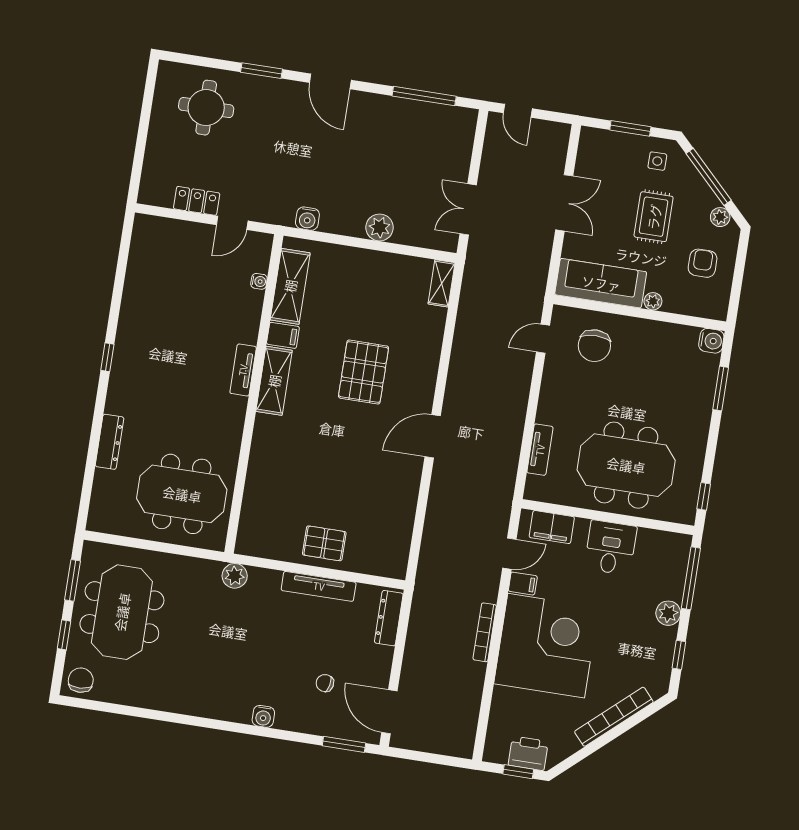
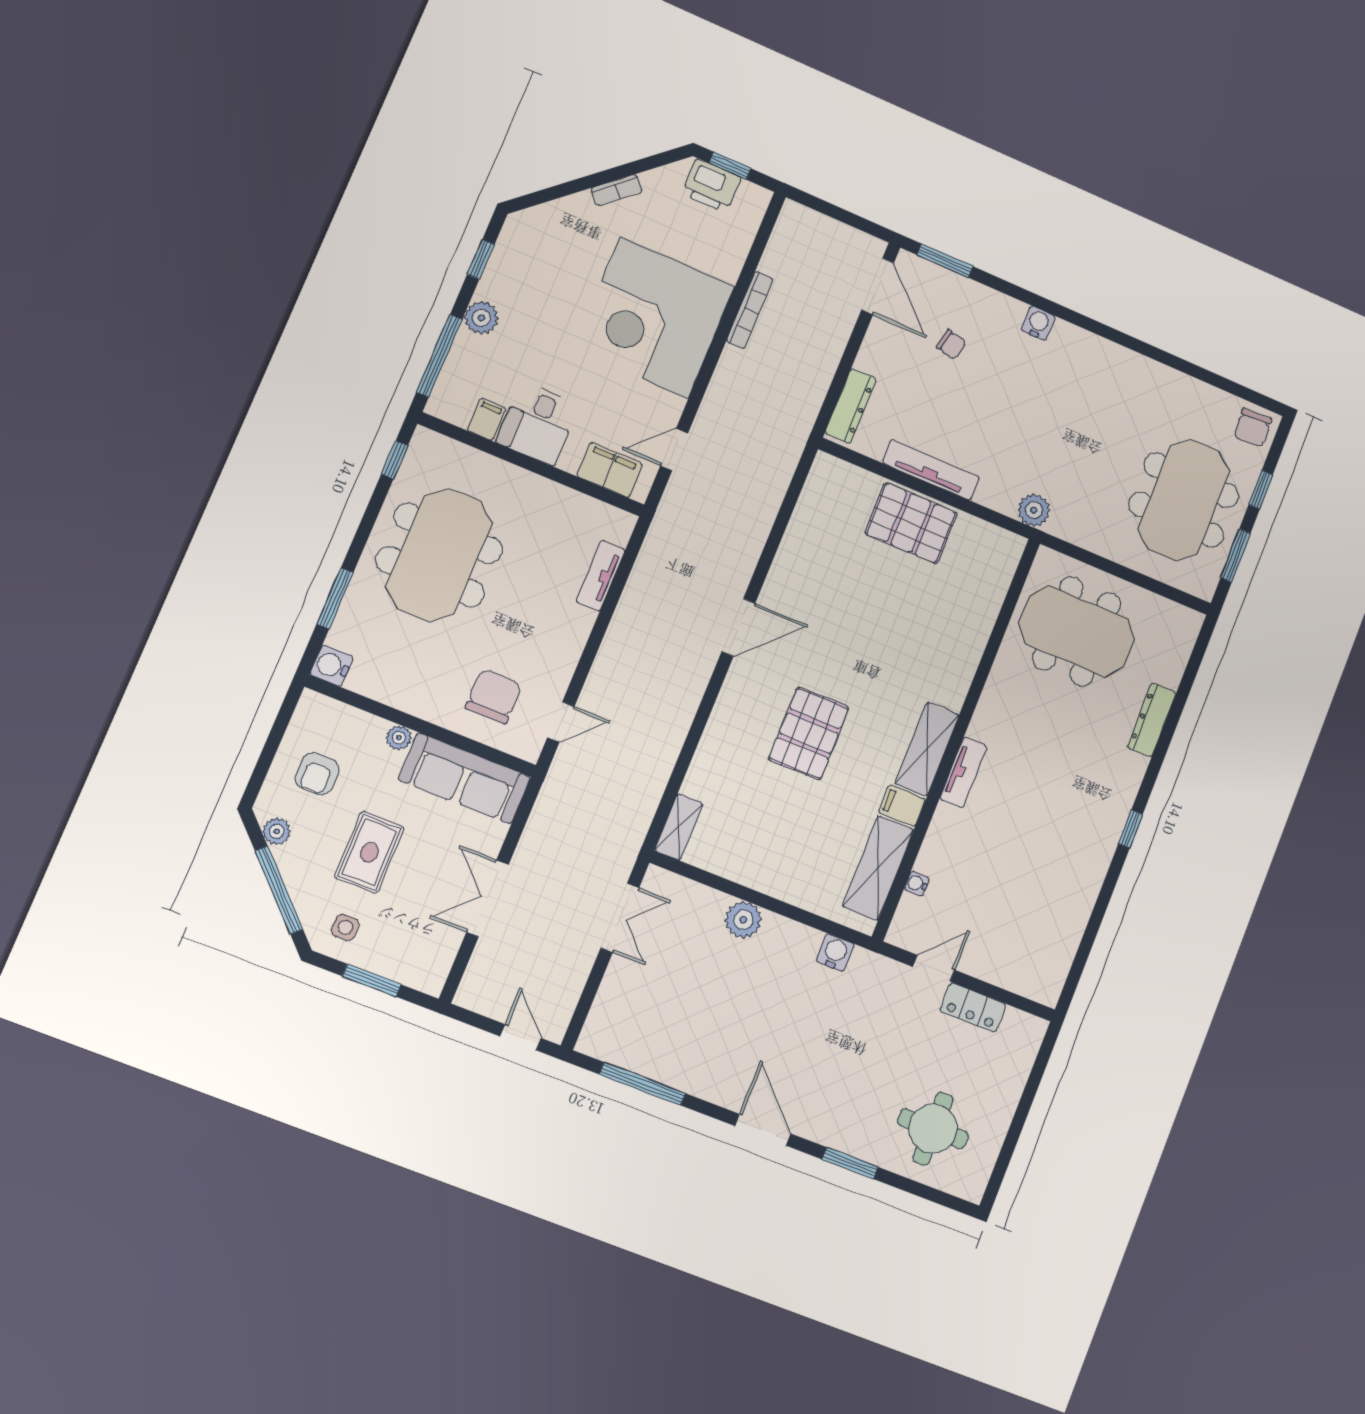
meeting table: (626, 465) -> (439, 555), moved, turned 90
pallet: (324, 543) -> (911, 523), width x1.50, depth x1.42
filing cabinet: (523, 584) -> (487, 419), moved, turned 90
bookcase: (485, 632) -> (750, 310), moved
bookcase: (614, 717) -> (617, 190), width x0.43, depth x0.76

